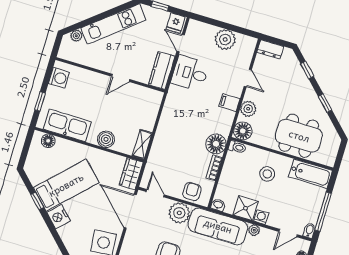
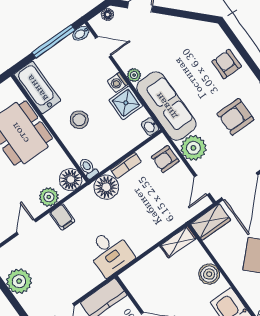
desk: (190, 73) -> (110, 252), moved

